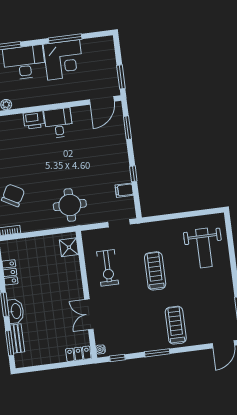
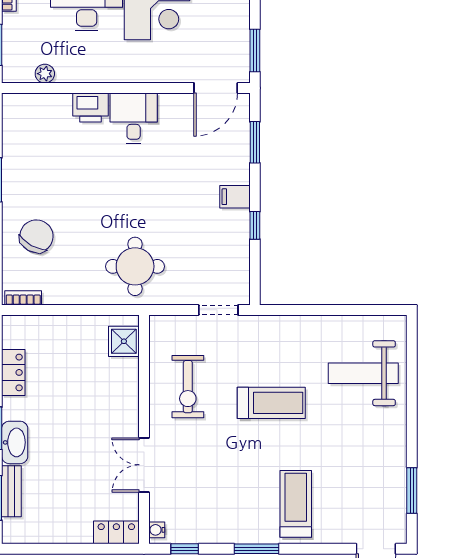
filing cabinet: (124, 190) -> (235, 197), moved
weight bench: (204, 248) -> (363, 373), turned 90
treadmill: (155, 271) -> (271, 403), turned 90

